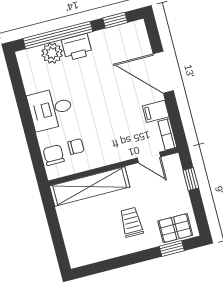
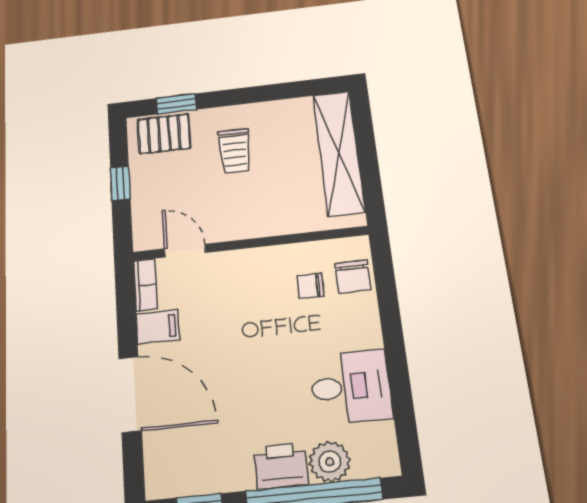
desk: (51, 109) -> (351, 387), moved
window: (191, 179) -> (120, 183), moved
shelving: (90, 186) -> (339, 153), moved, turned 90

